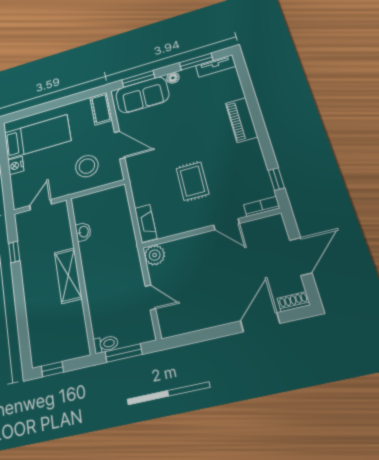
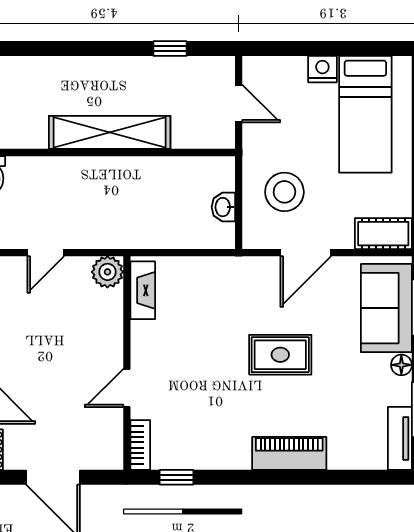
rug: (192, 181) -> (280, 355), moved
fireplace: (146, 223) -> (143, 290), moved, turned -90
washbasin: (83, 232) -> (223, 207), moved, turned 90
shelving: (68, 275) -> (110, 132), width x1.47

